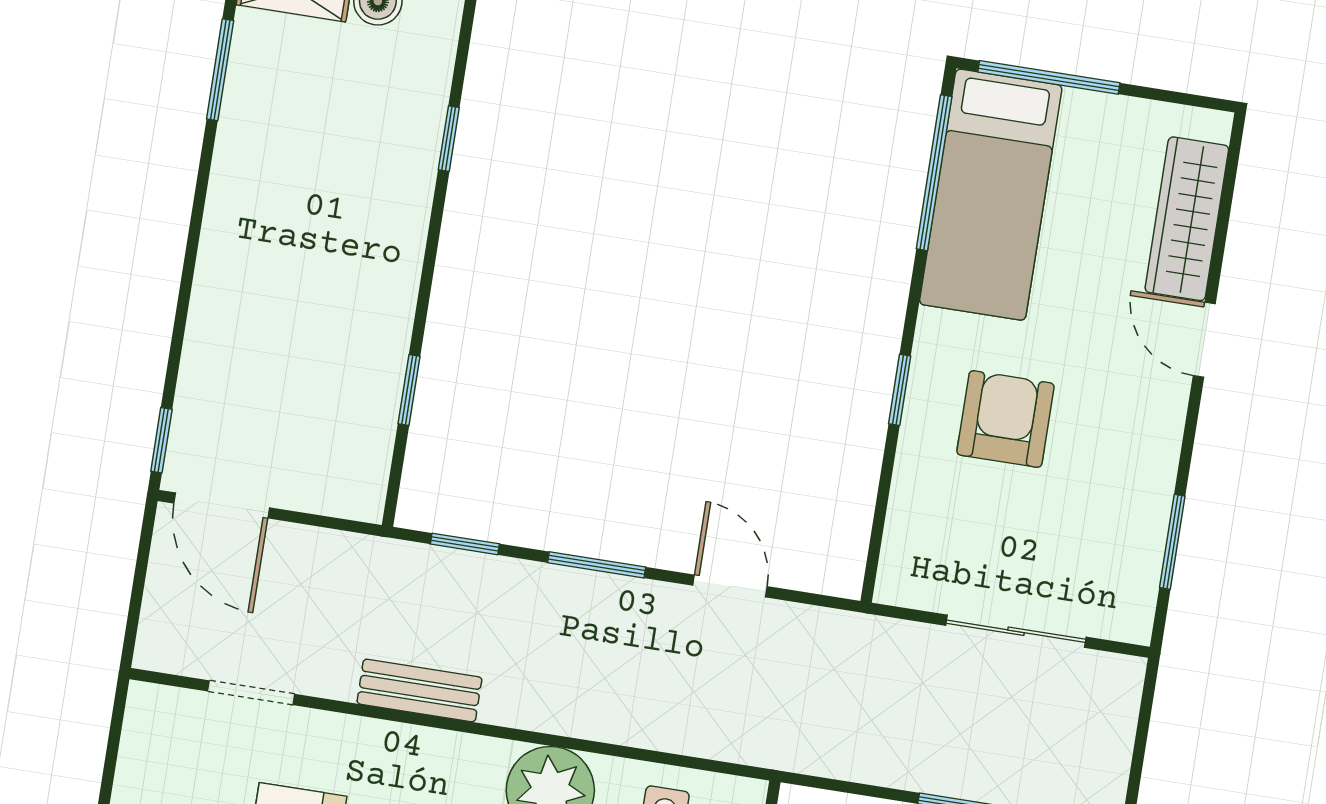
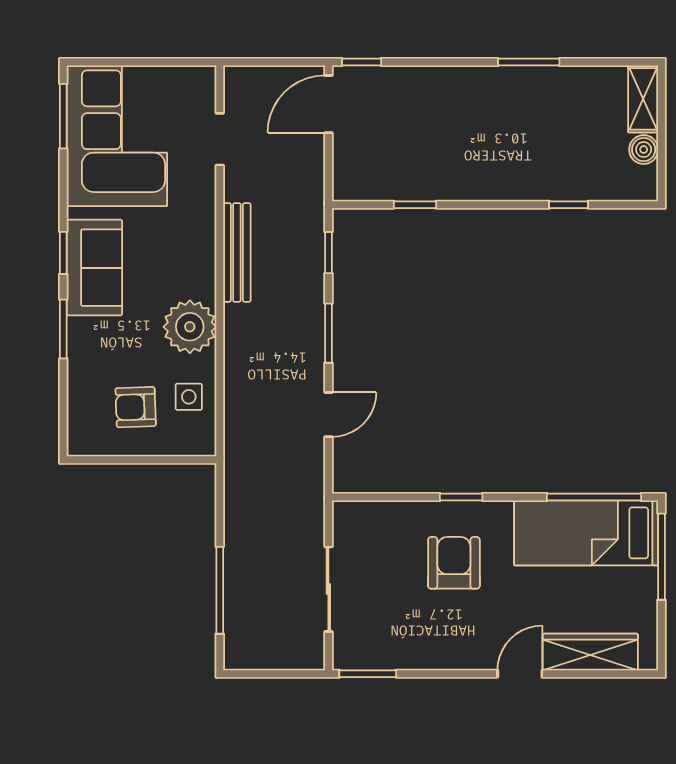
window: (220, 70) -> (529, 62), moved
armchair: (1005, 419) -> (454, 563), turned -90
window: (1172, 542) -> (368, 674), moved
bench: (419, 690) -> (237, 252), width x1.36

